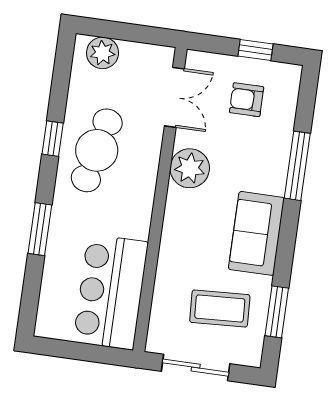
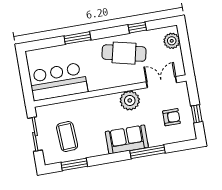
double door: (174, 97) -> (161, 82), swing flipped
armchair: (247, 100) -> (171, 117), turned 90
window: (53, 139) -> (137, 28), moved
sofa: (256, 233) -> (127, 139), moved

